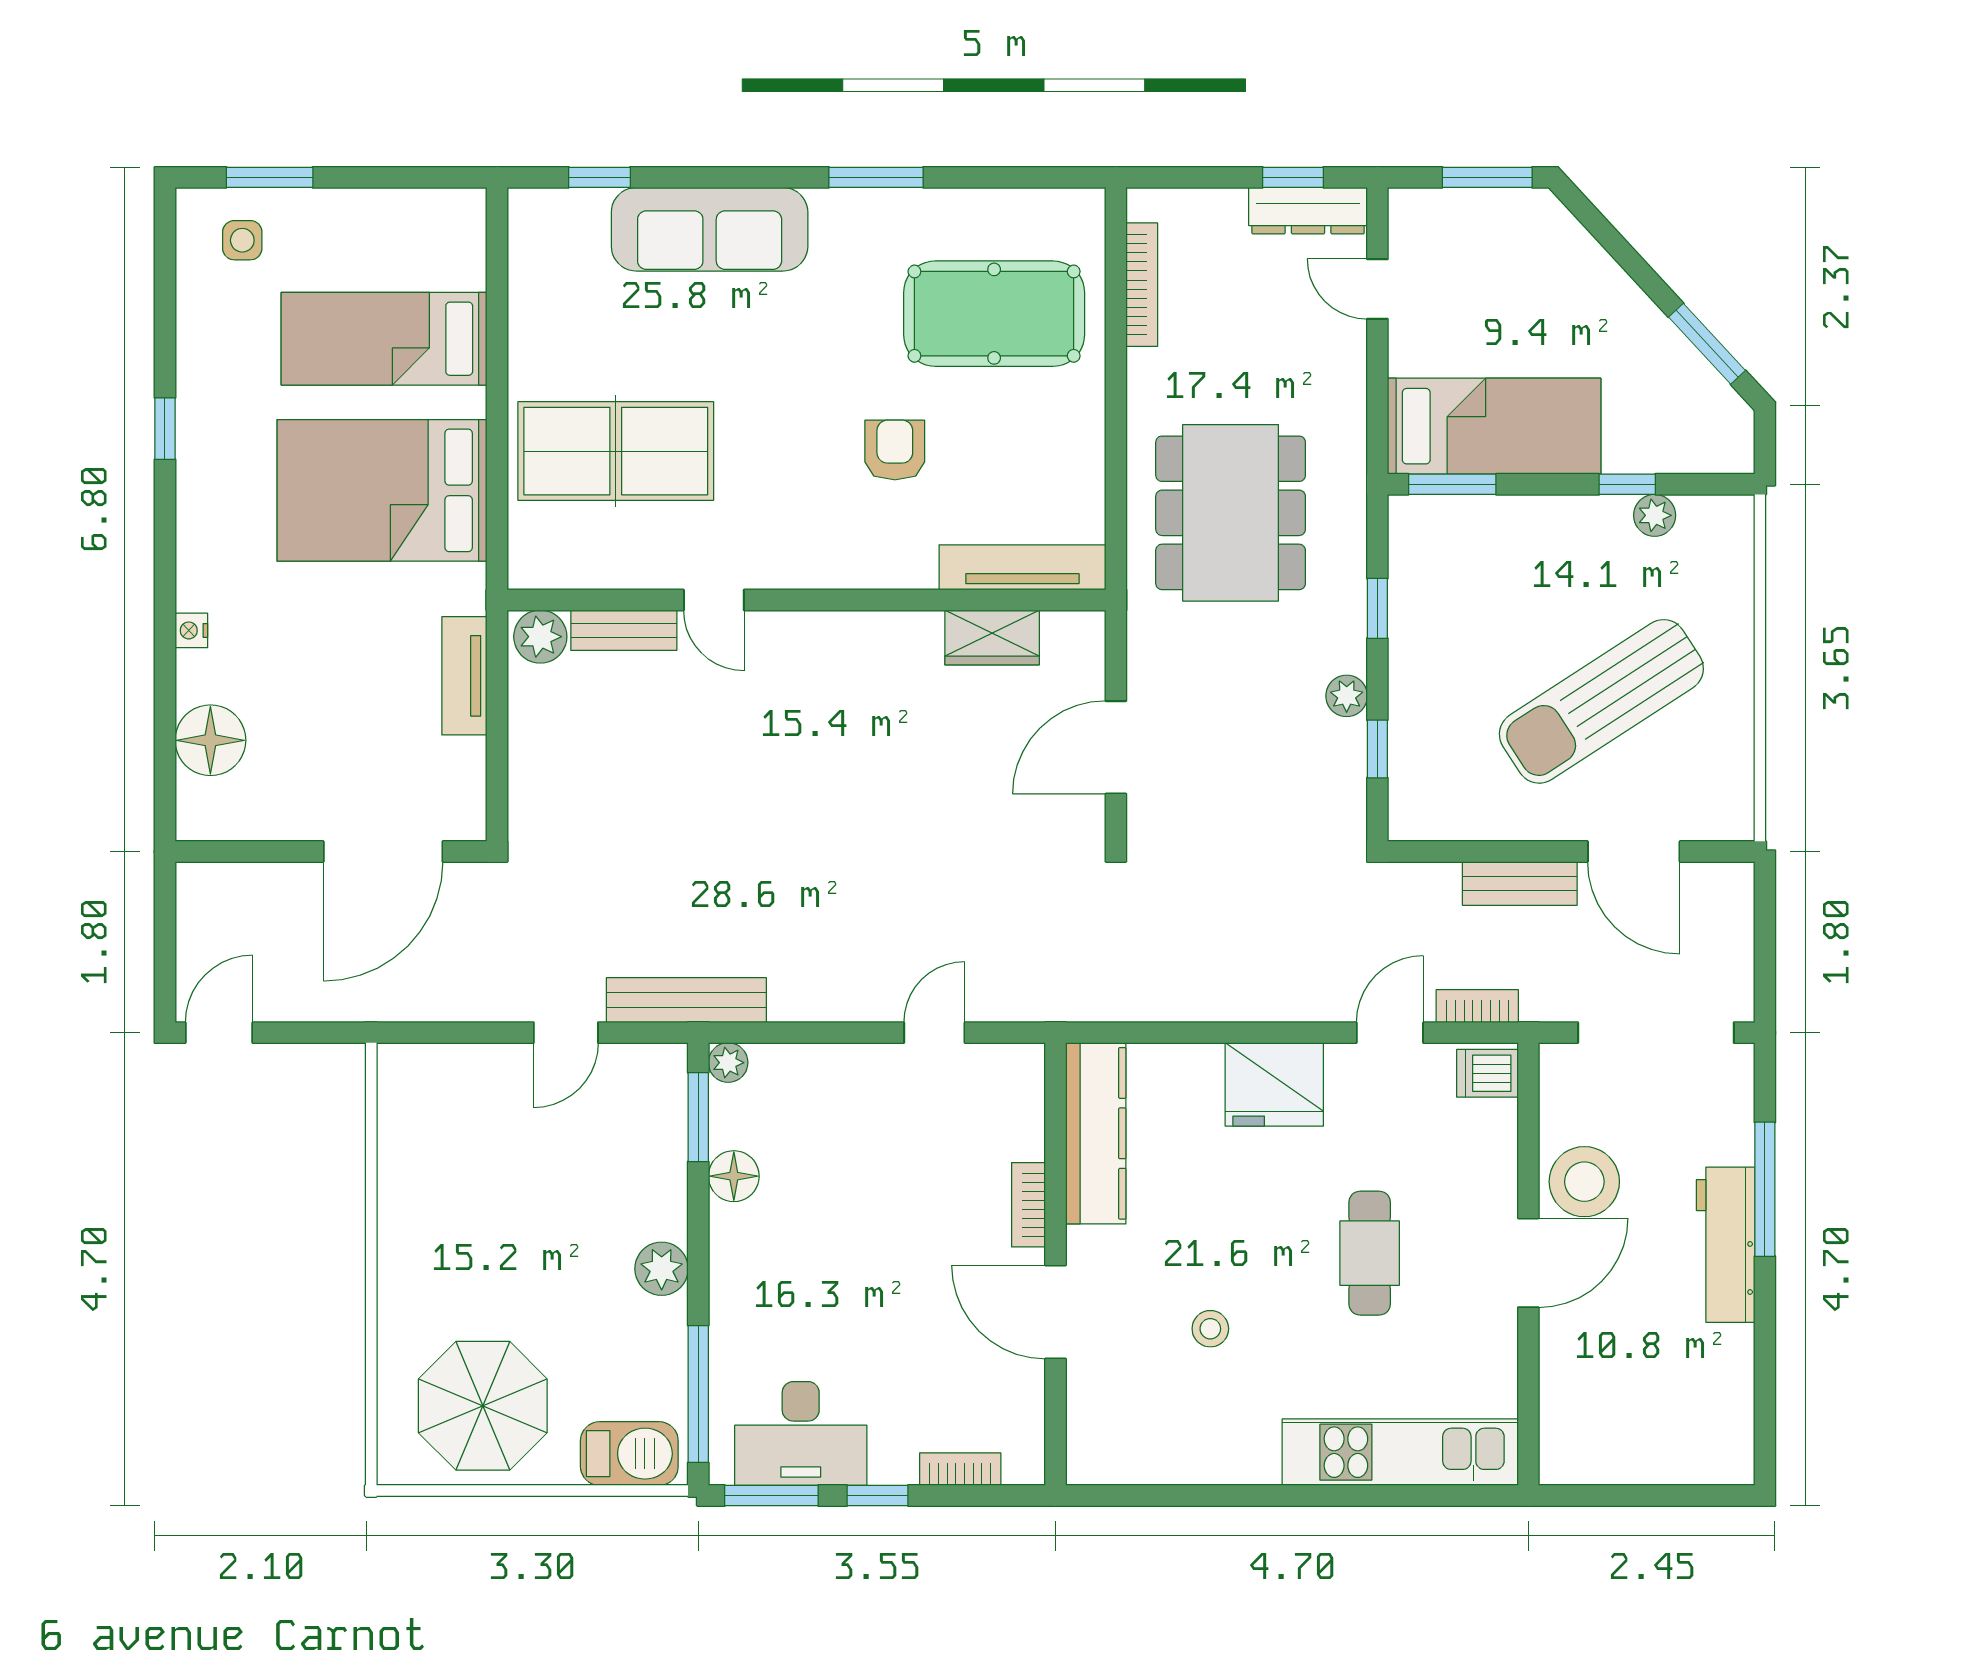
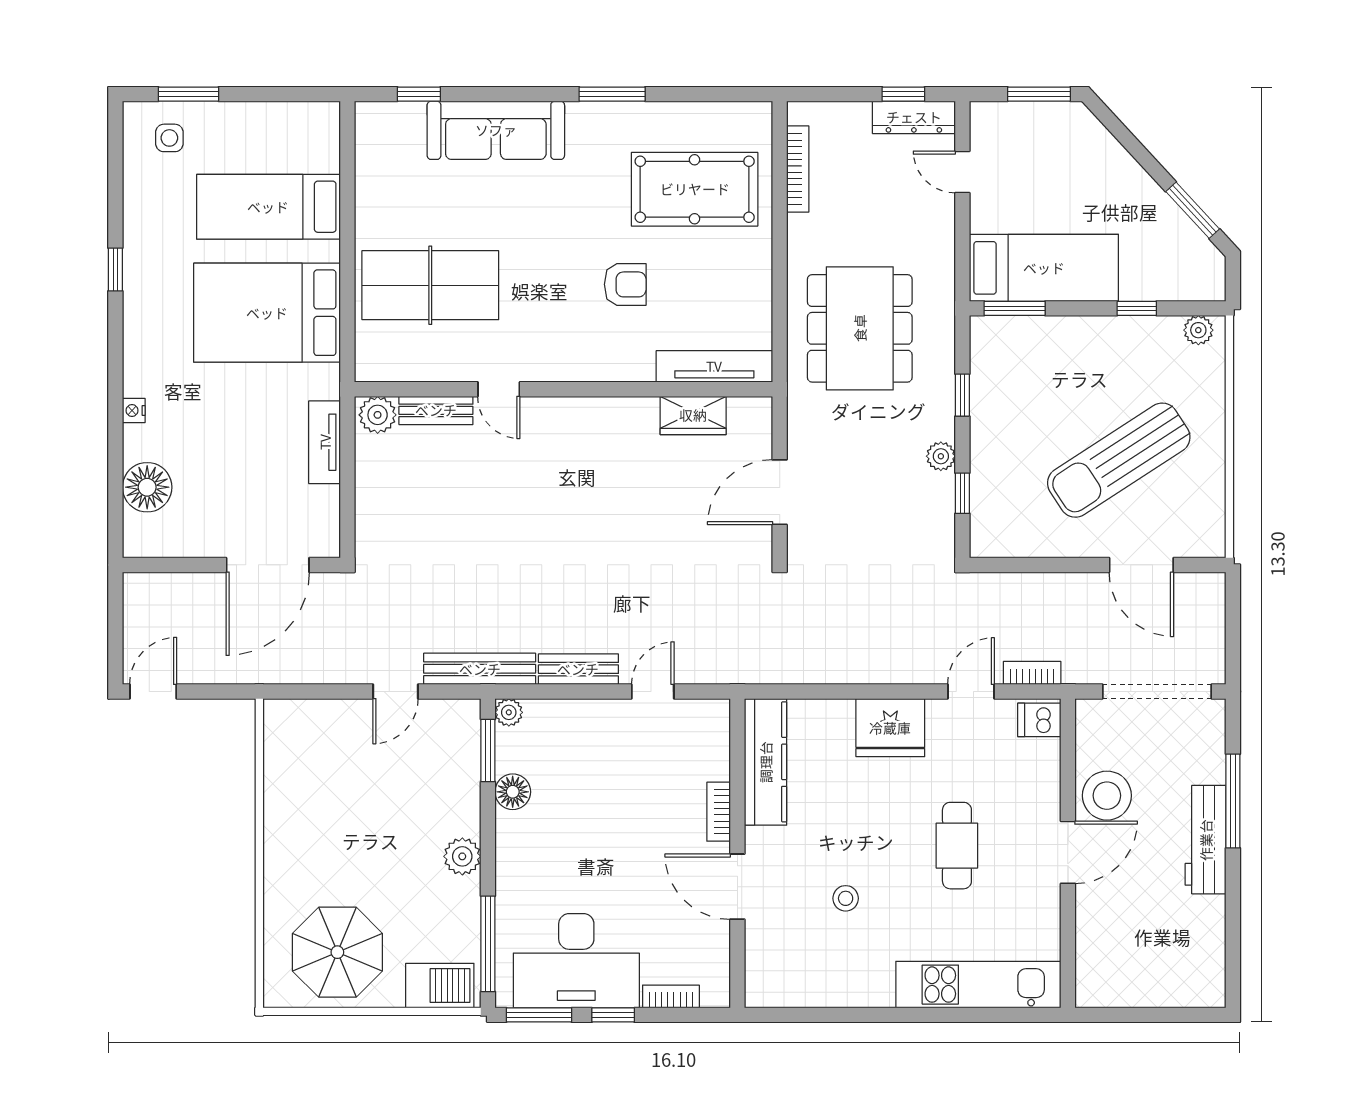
armchair: (895, 450) -> (625, 284), turned 90
plant: (1655, 515) -> (1198, 330), moved
bench: (1520, 883) -> (578, 669), moved
desk: (801, 1434) -> (576, 961), width x1.36, depth x1.30

